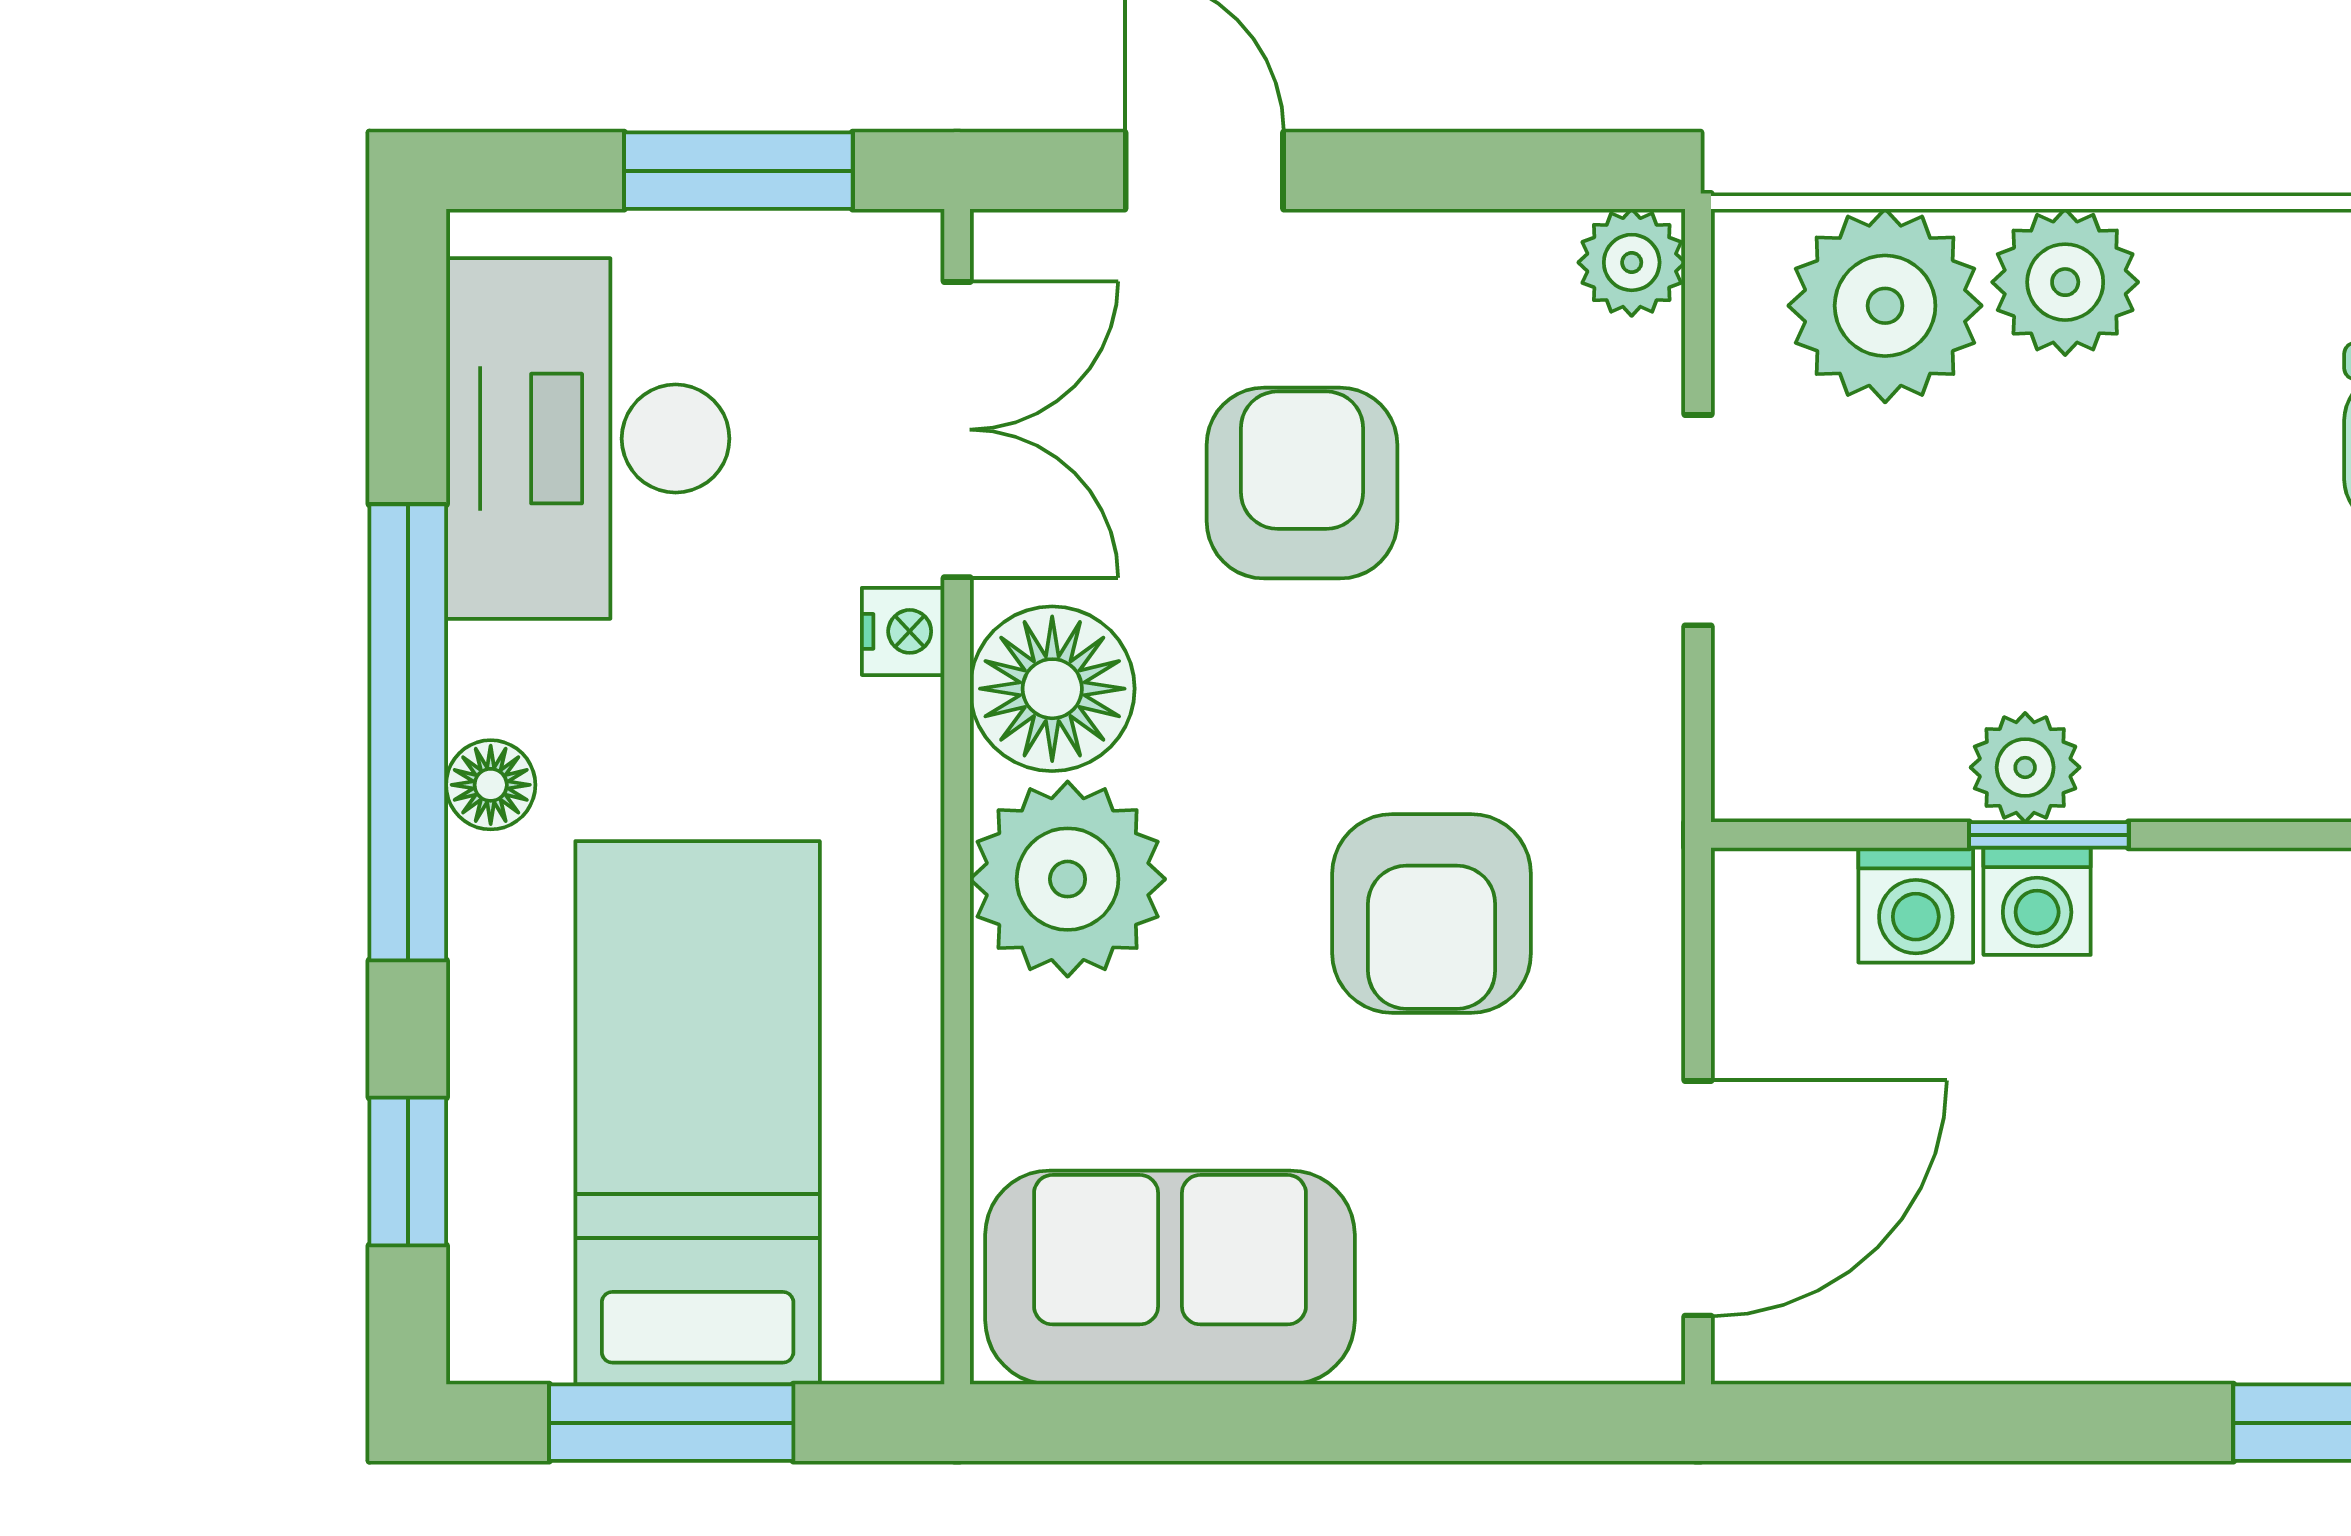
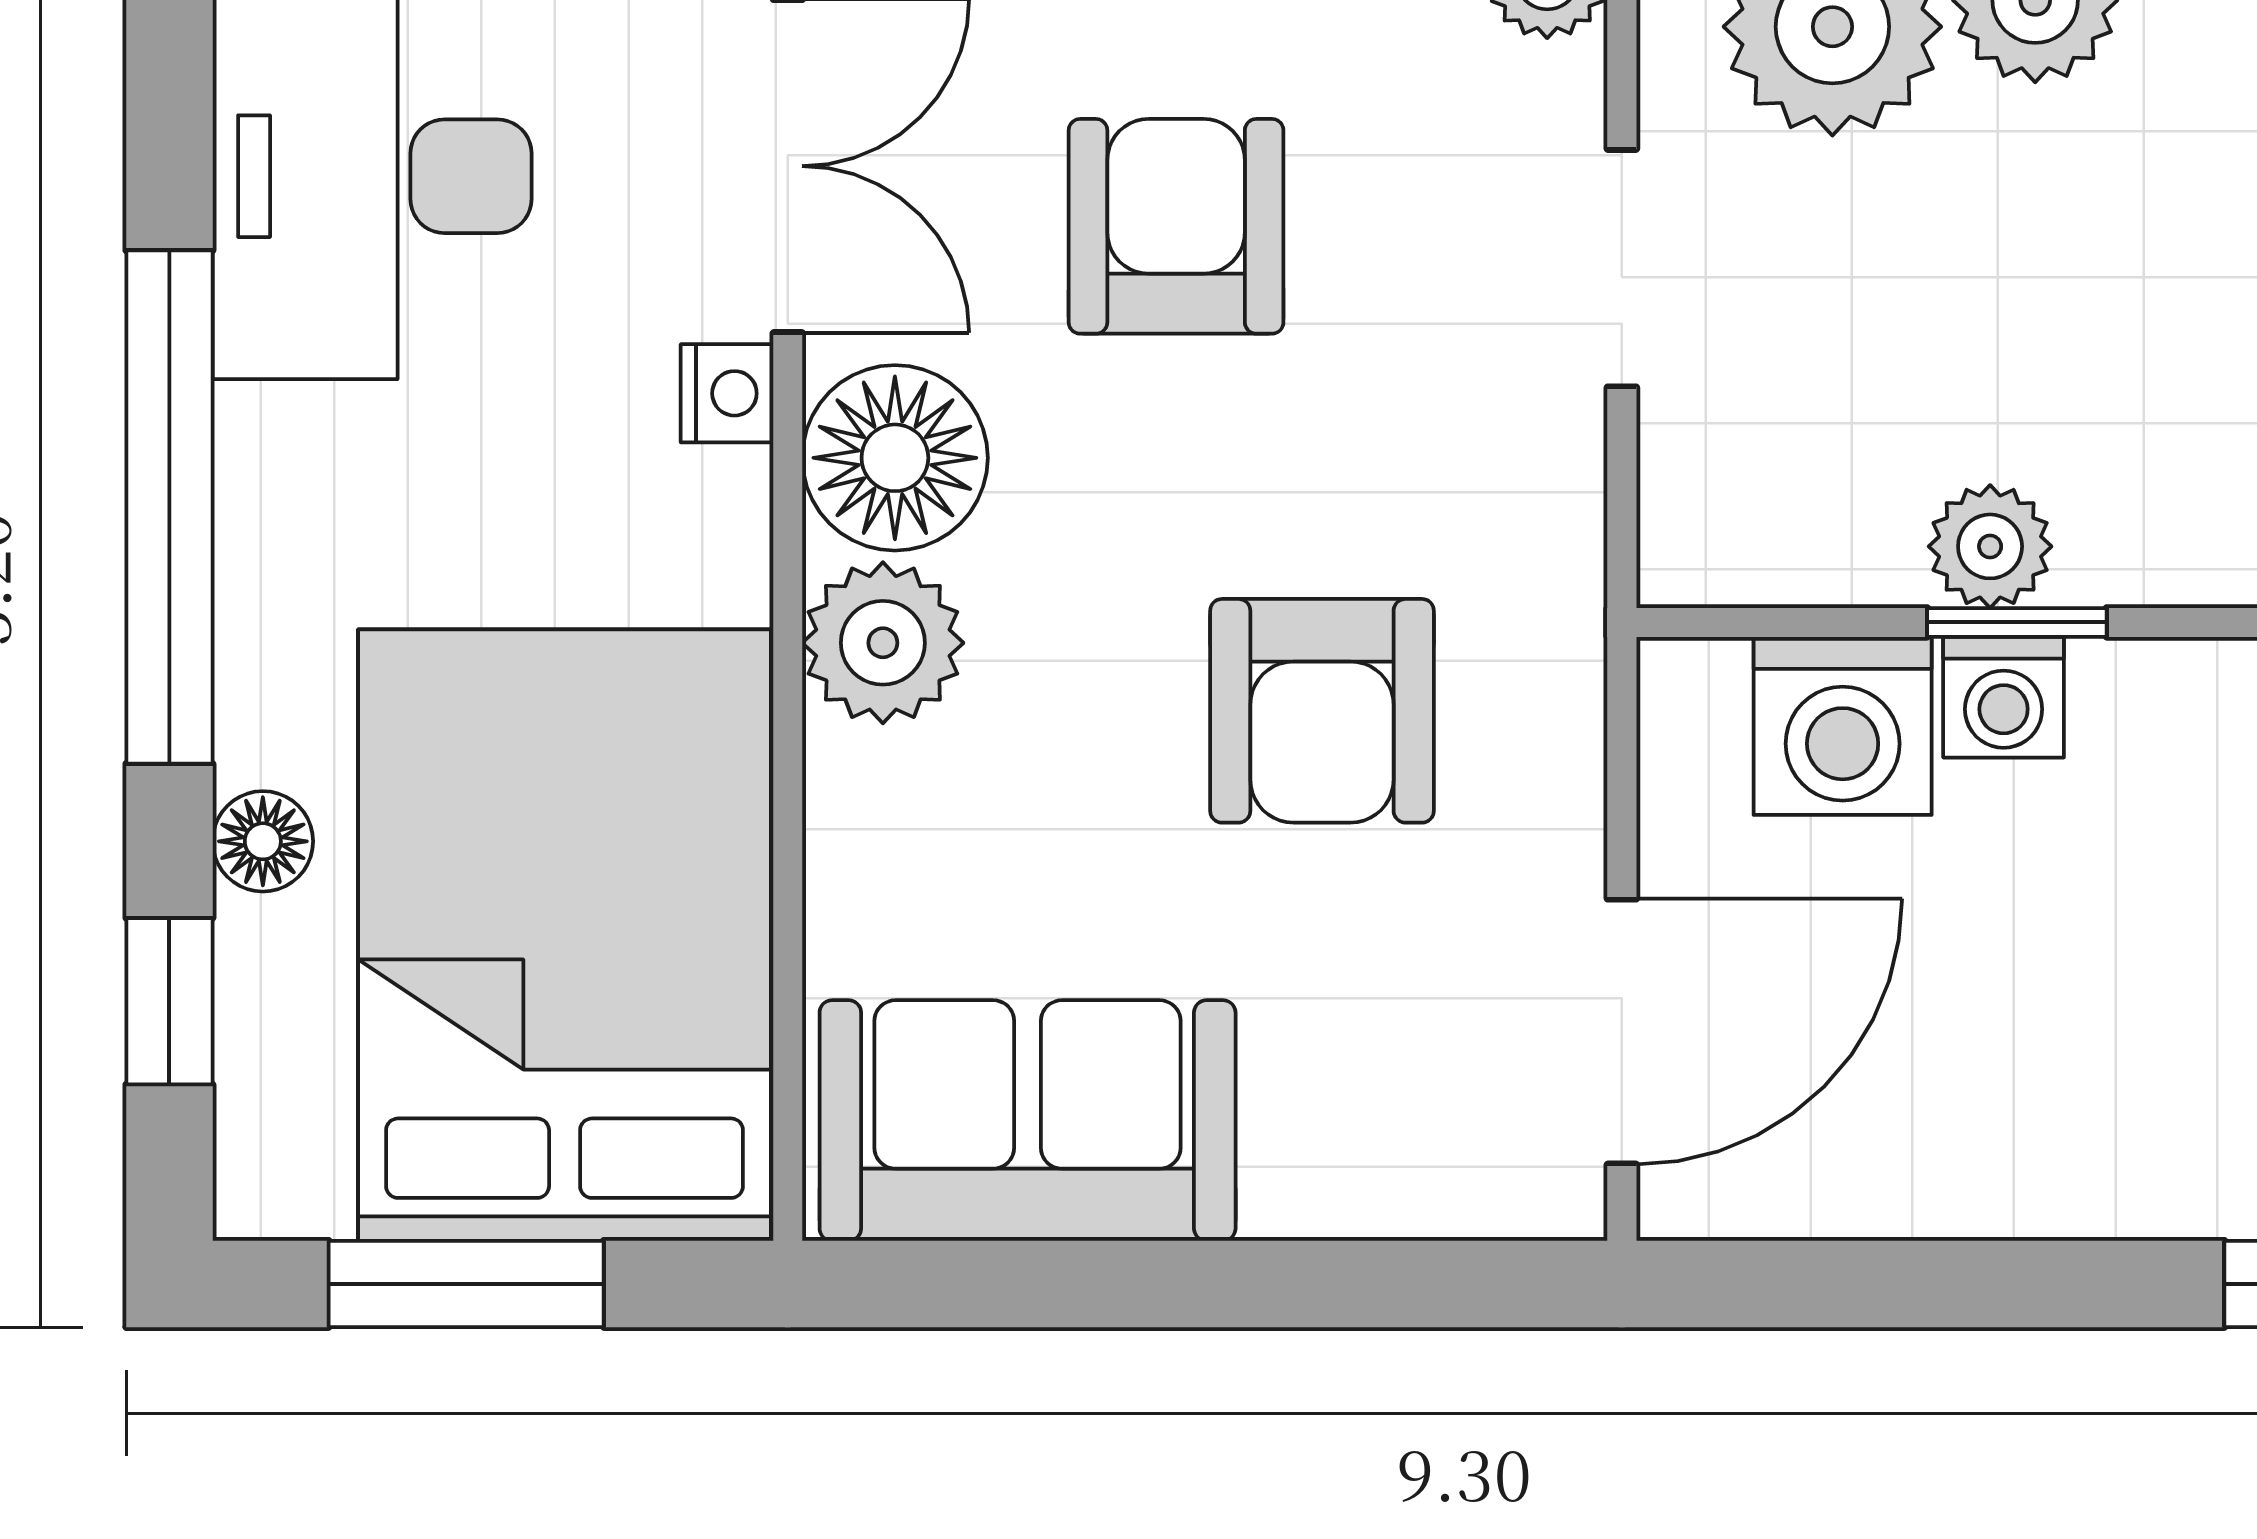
floor lamp: (491, 785) -> (263, 841), moved
plant: (1068, 879) -> (883, 643), width x0.73, depth x0.73
washing machine: (1916, 905) -> (1843, 726), width x1.38, depth x1.38
bed: (698, 1113) -> (565, 935), width x1.50

